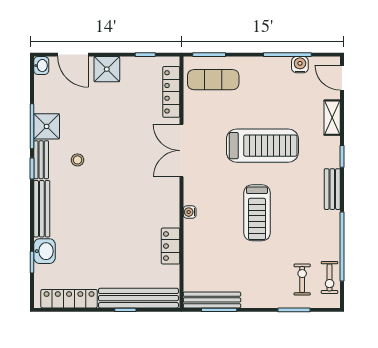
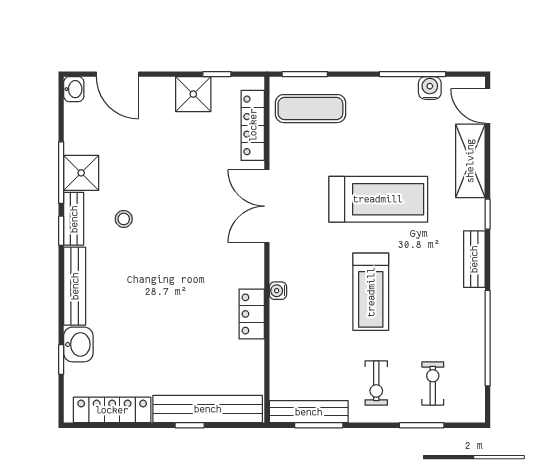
shower: (107, 69) -> (193, 94), moved
shelving: (332, 118) -> (470, 161), width x1.50, depth x1.33
locker: (171, 246) -> (252, 314), moved
exercise bike: (330, 277) -> (376, 383), moved

